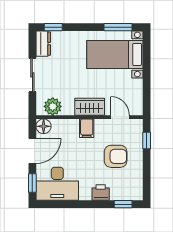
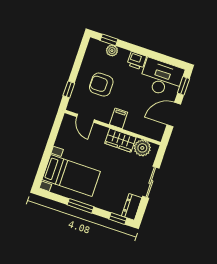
window: (118, 27) -> (80, 206), moved
wardrobe: (90, 107) -> (120, 140), moved
floor lamp: (44, 126) -> (156, 133), removed
printer: (101, 193) -> (137, 61), moved
plant: (116, 194) -> (112, 51), added

